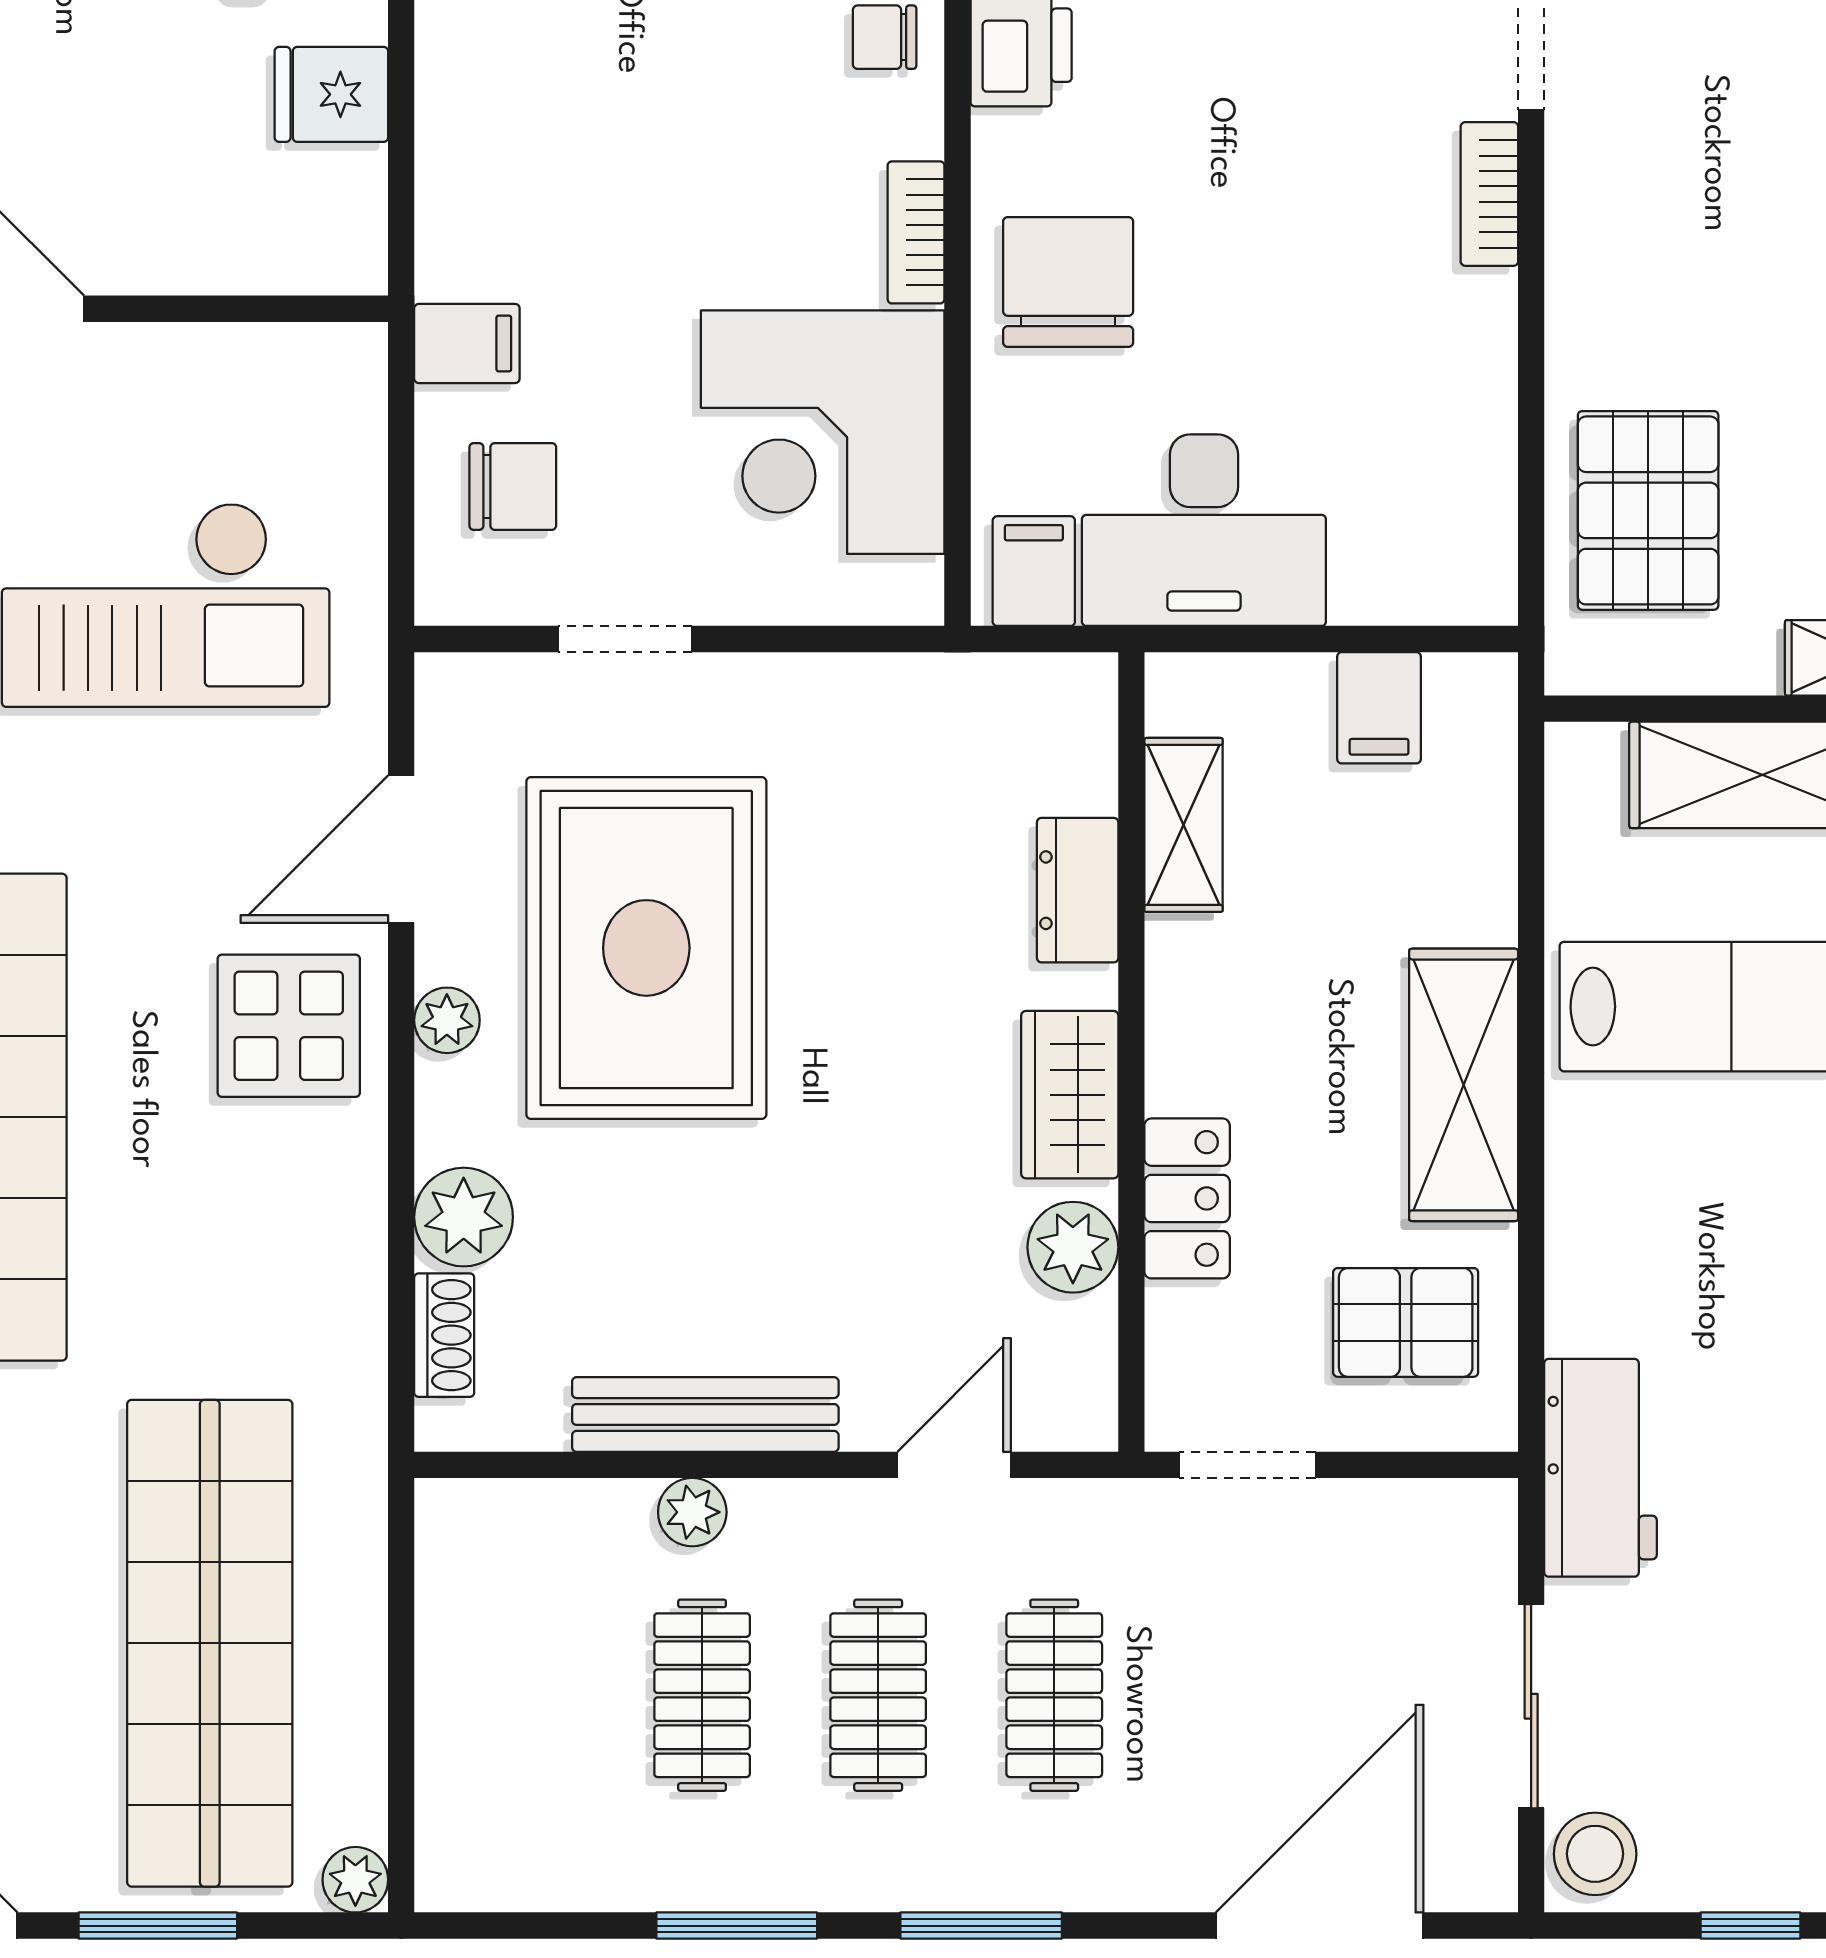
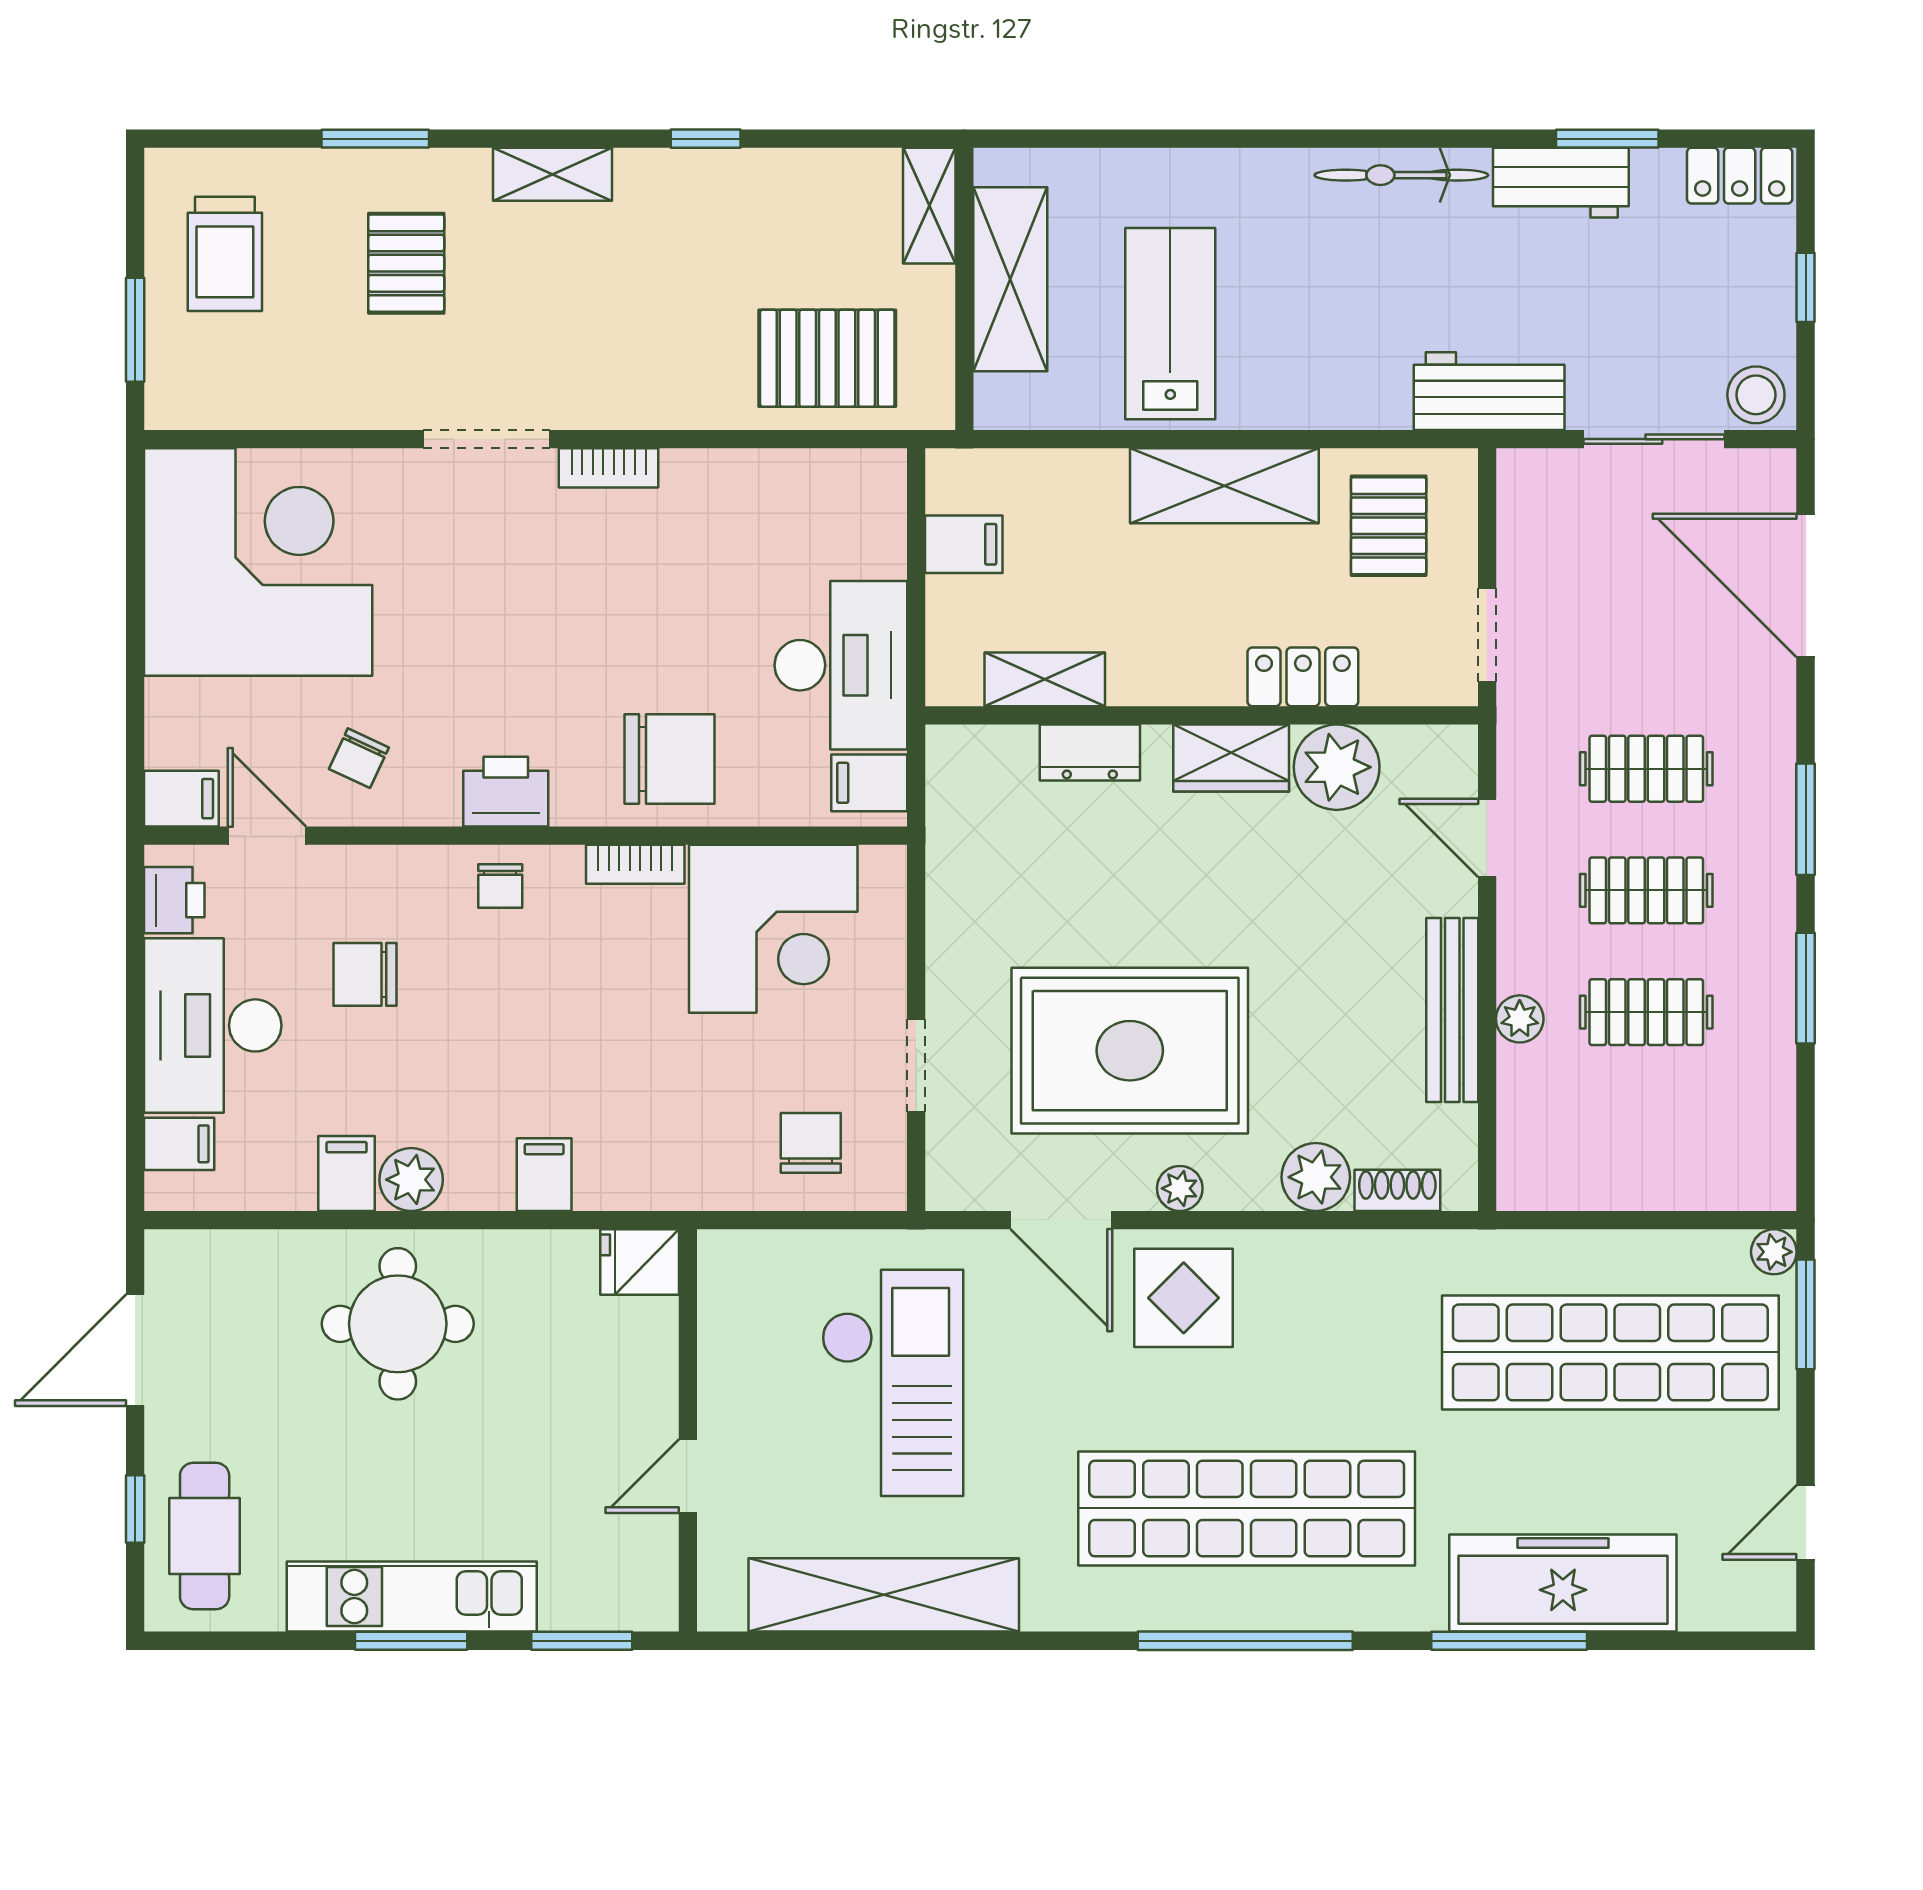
fridge: (331, 94) -> (640, 1262), moved, turned 90
chair: (1068, 282) -> (669, 759), turned 180
filing cabinet: (467, 343) -> (544, 1175), moved
plant: (1073, 1247) -> (1337, 767), width x1.36, depth x1.36
window: (158, 1926) -> (1806, 1314), moved

